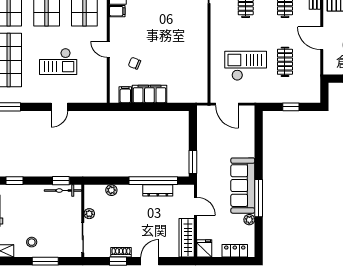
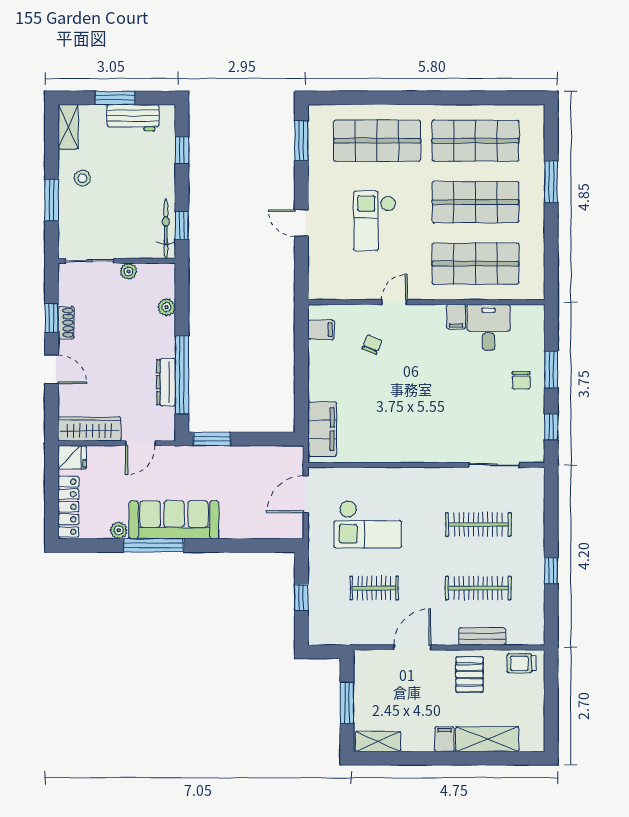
checkout: (246, 66) -> (368, 524), turned 90
filing cabinet: (149, 94) -> (322, 429), moved
locker: (235, 251) -> (68, 507), width x1.53

